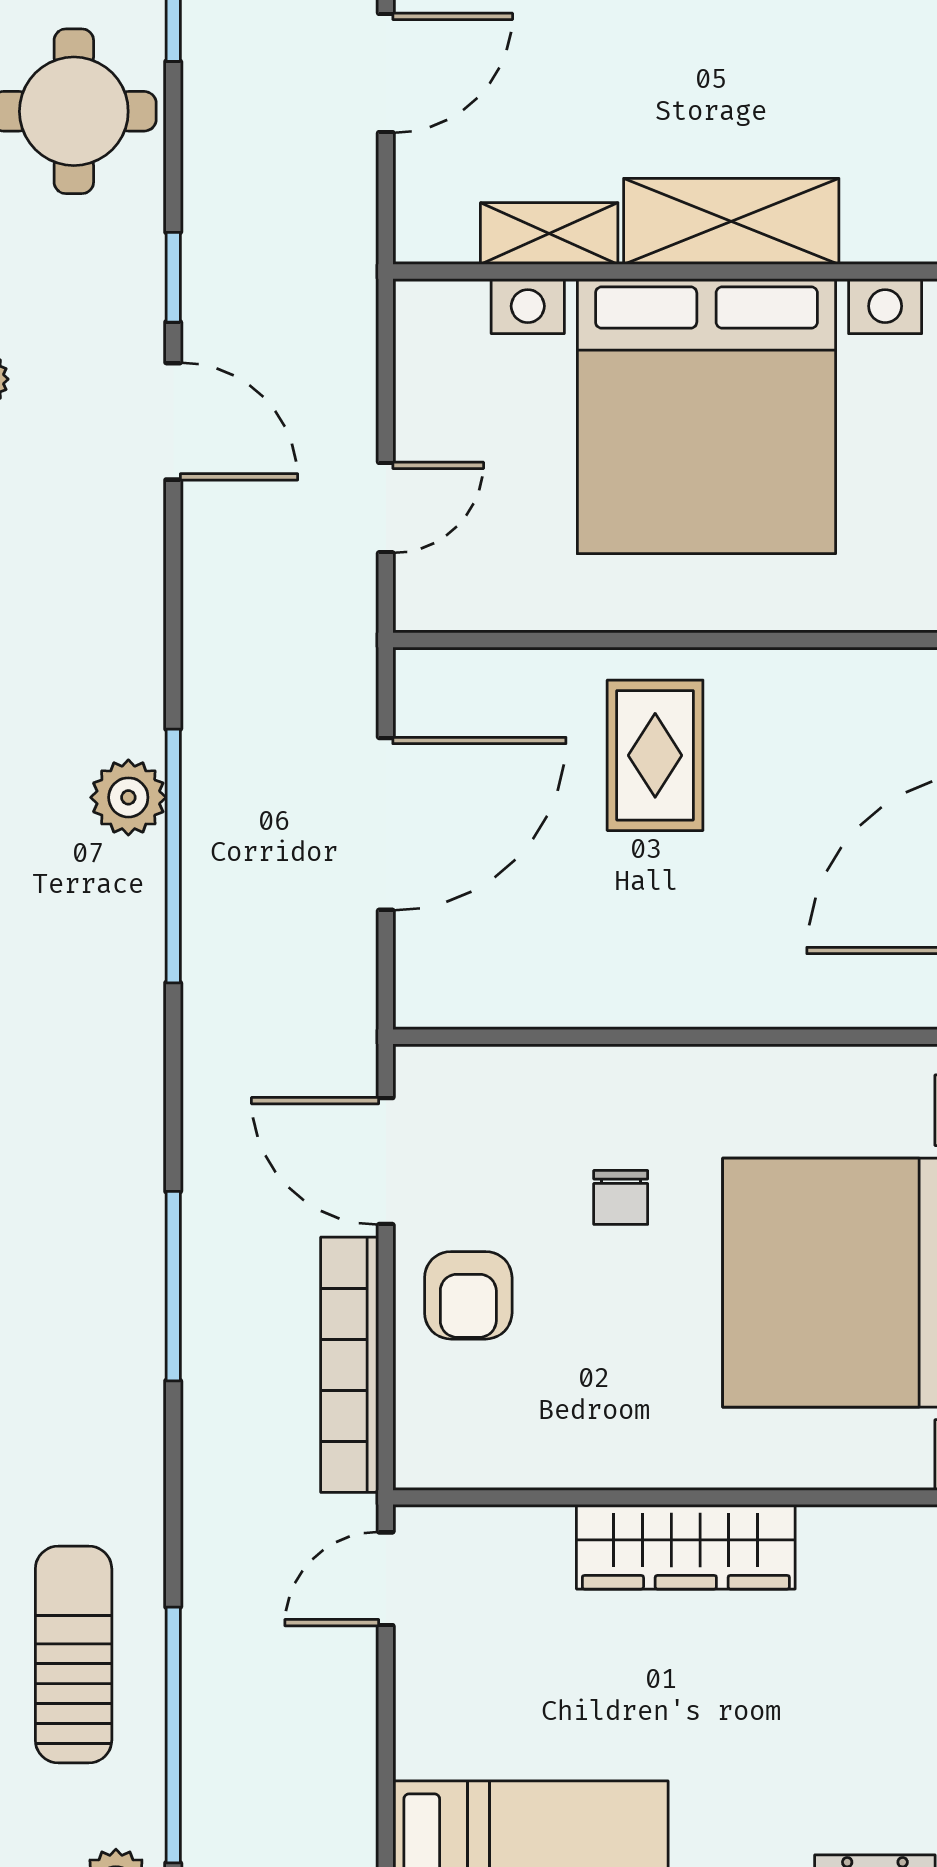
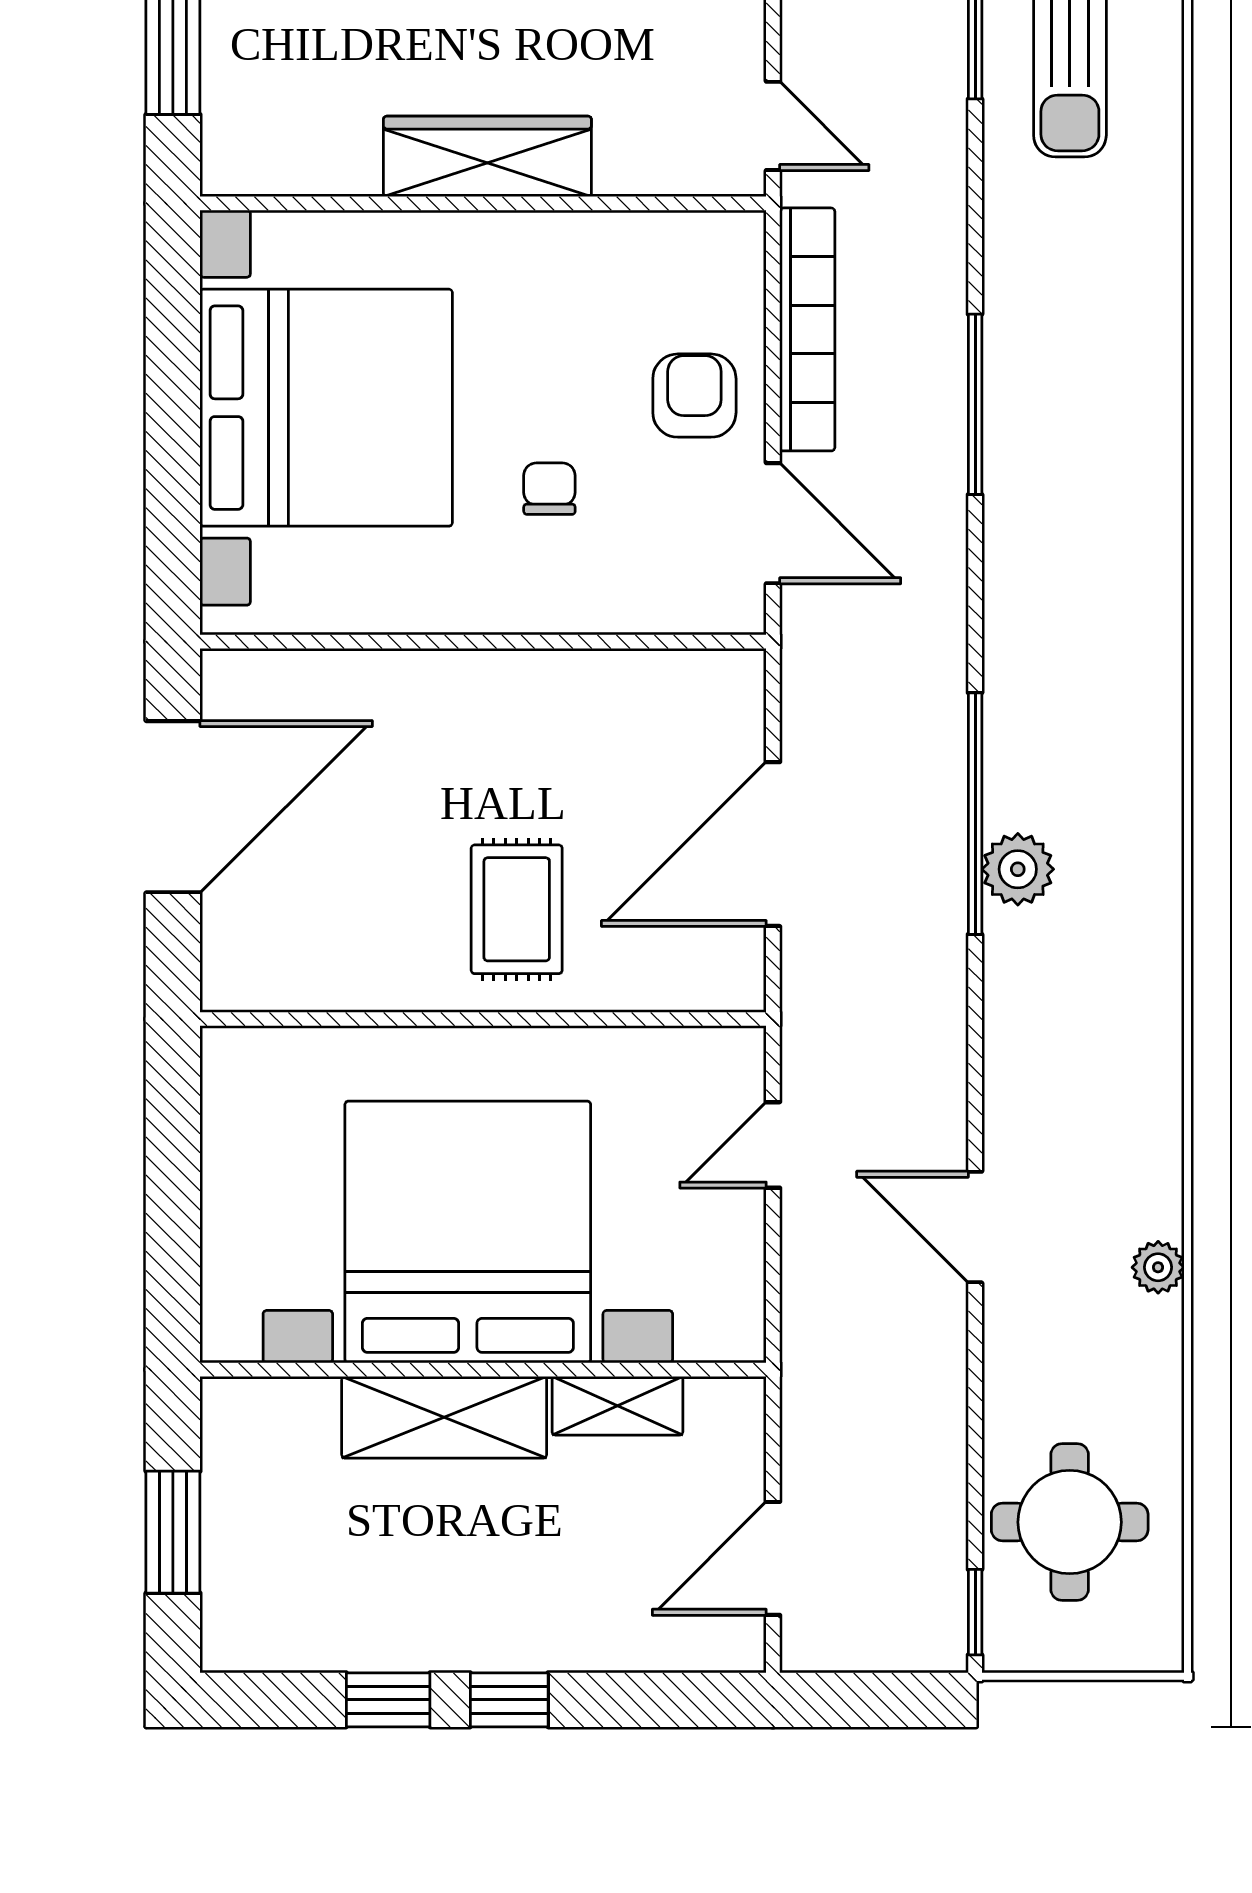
window: (173, 277) -> (975, 1364), removed
door: (386, 1579) -> (773, 126), hinge flipped

